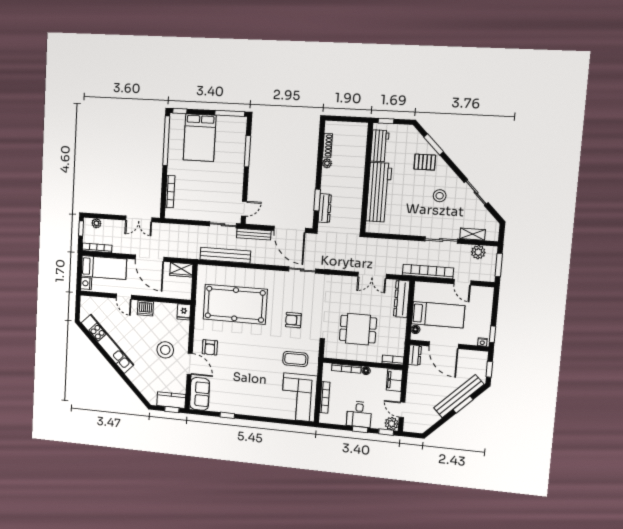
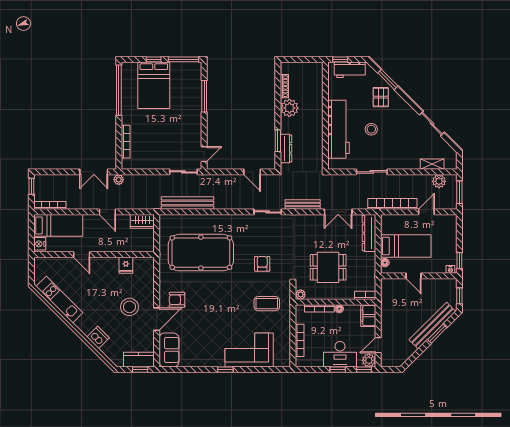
window: (180, 111) -> (154, 59), moved
workbench: (380, 146) -> (350, 70), moved, turned 90
pallet: (425, 162) -> (381, 97), turned 90
plant: (327, 163) -> (289, 108), width x1.88, depth x1.88
stool: (440, 196) -> (371, 129), moved
plant: (96, 223) -> (119, 180), moved
door: (290, 229) -> (252, 172), width x0.53
bench: (254, 234) -> (303, 205), moved
sliding door: (441, 240) -> (372, 172), moved
door: (149, 258) -> (107, 212), width x0.53
door: (462, 282) -> (426, 212), swing flipped
dishwasher: (145, 308) -> (98, 337), moved, turned -135
fridge: (184, 312) -> (126, 265), moved
armchair: (293, 320) -> (262, 264), turned 90
kitchen unit: (107, 344) -> (59, 300), width x0.73
door: (444, 345) -> (414, 276), width x0.53
armchair: (210, 347) -> (177, 300), turned 90
plant: (329, 353) -> (301, 295), added
dresser: (415, 355) -> (386, 288), removed
door: (190, 364) -> (157, 319), hinge flipped
corner sofa: (299, 397) -> (249, 350), moved, turned 90
door: (402, 410) -> (378, 345), hinge flipped
desk: (359, 414) -> (340, 354), width x1.37
window: (227, 415) -> (225, 370), moved

